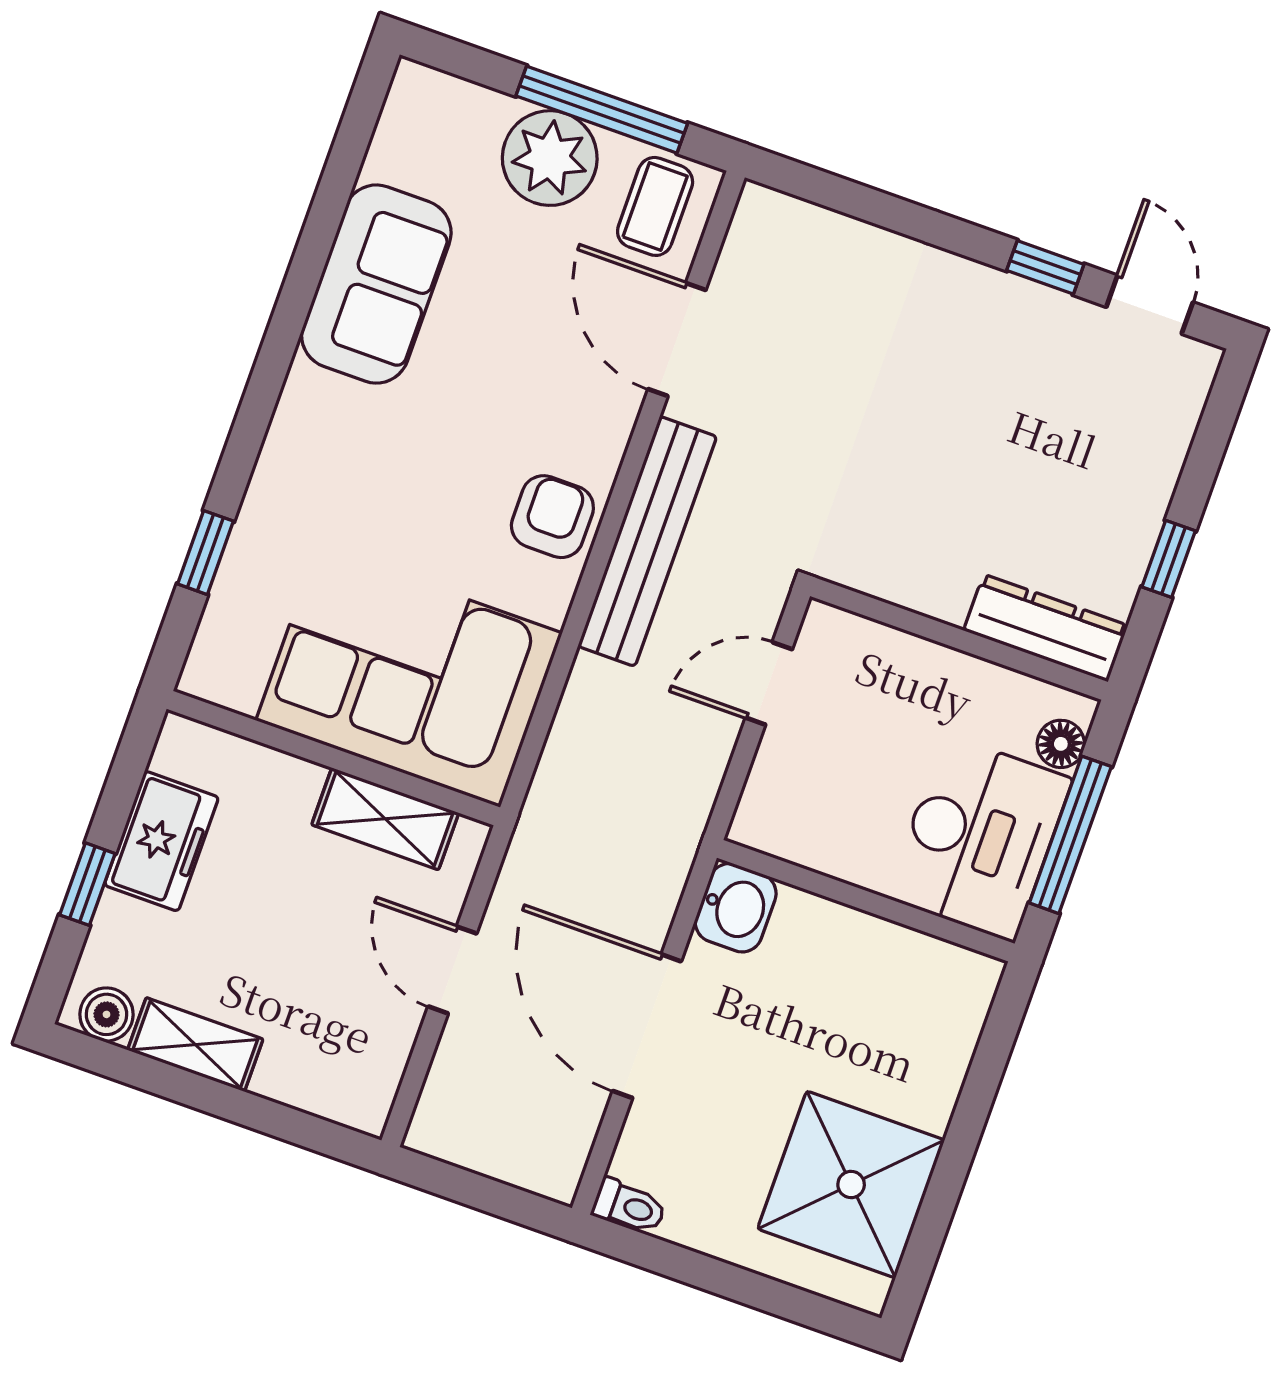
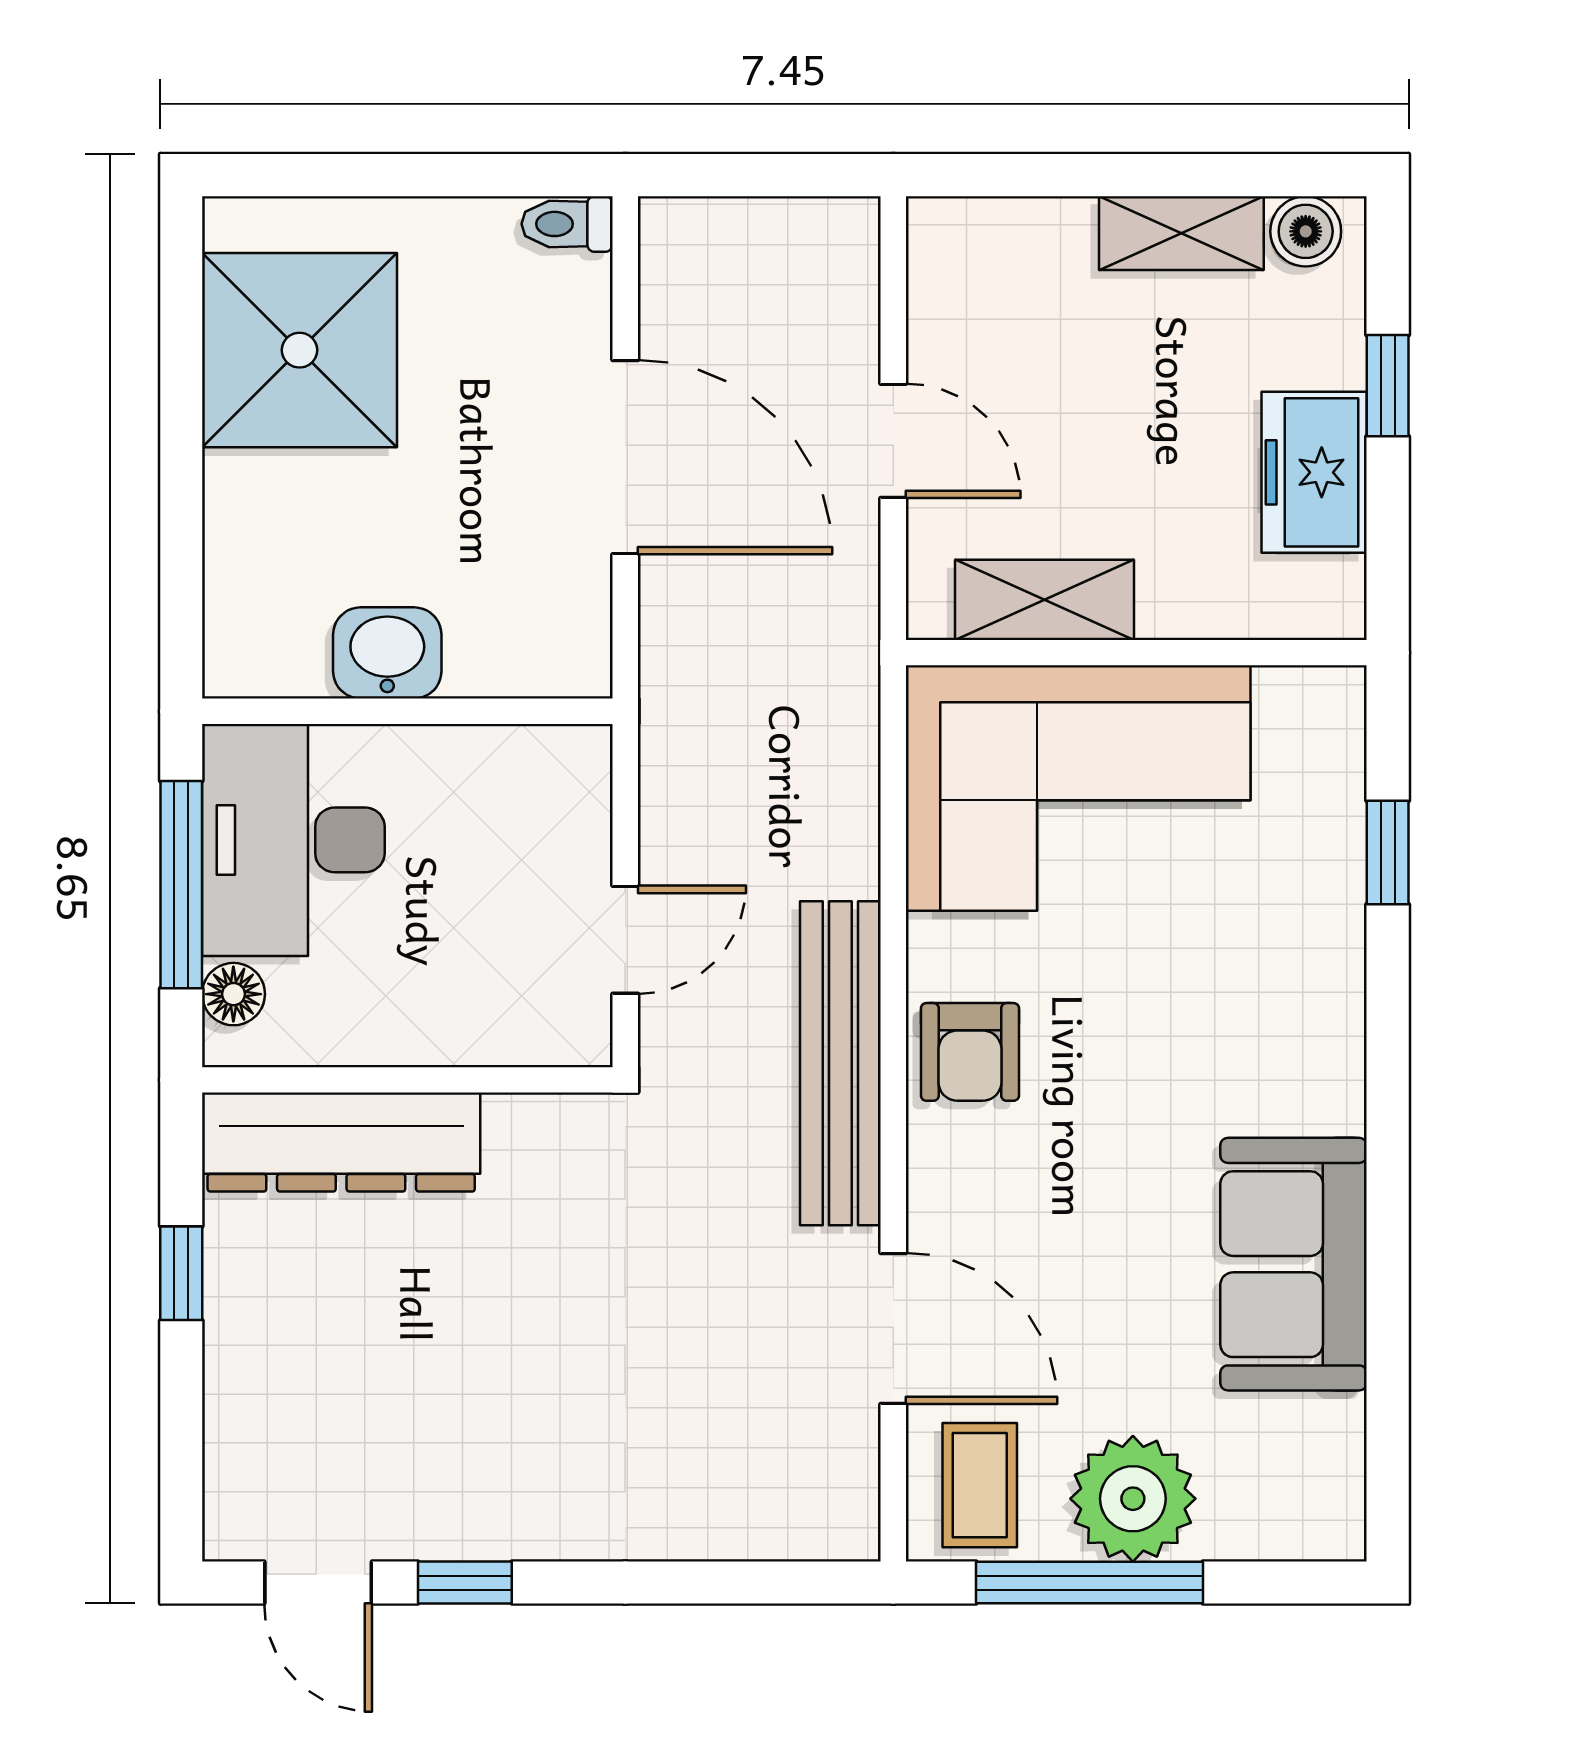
dresser: (1046, 628) -> (341, 1142), width x1.37, depth x1.24
washbasin: (736, 908) -> (387, 653), moved, turned 90

